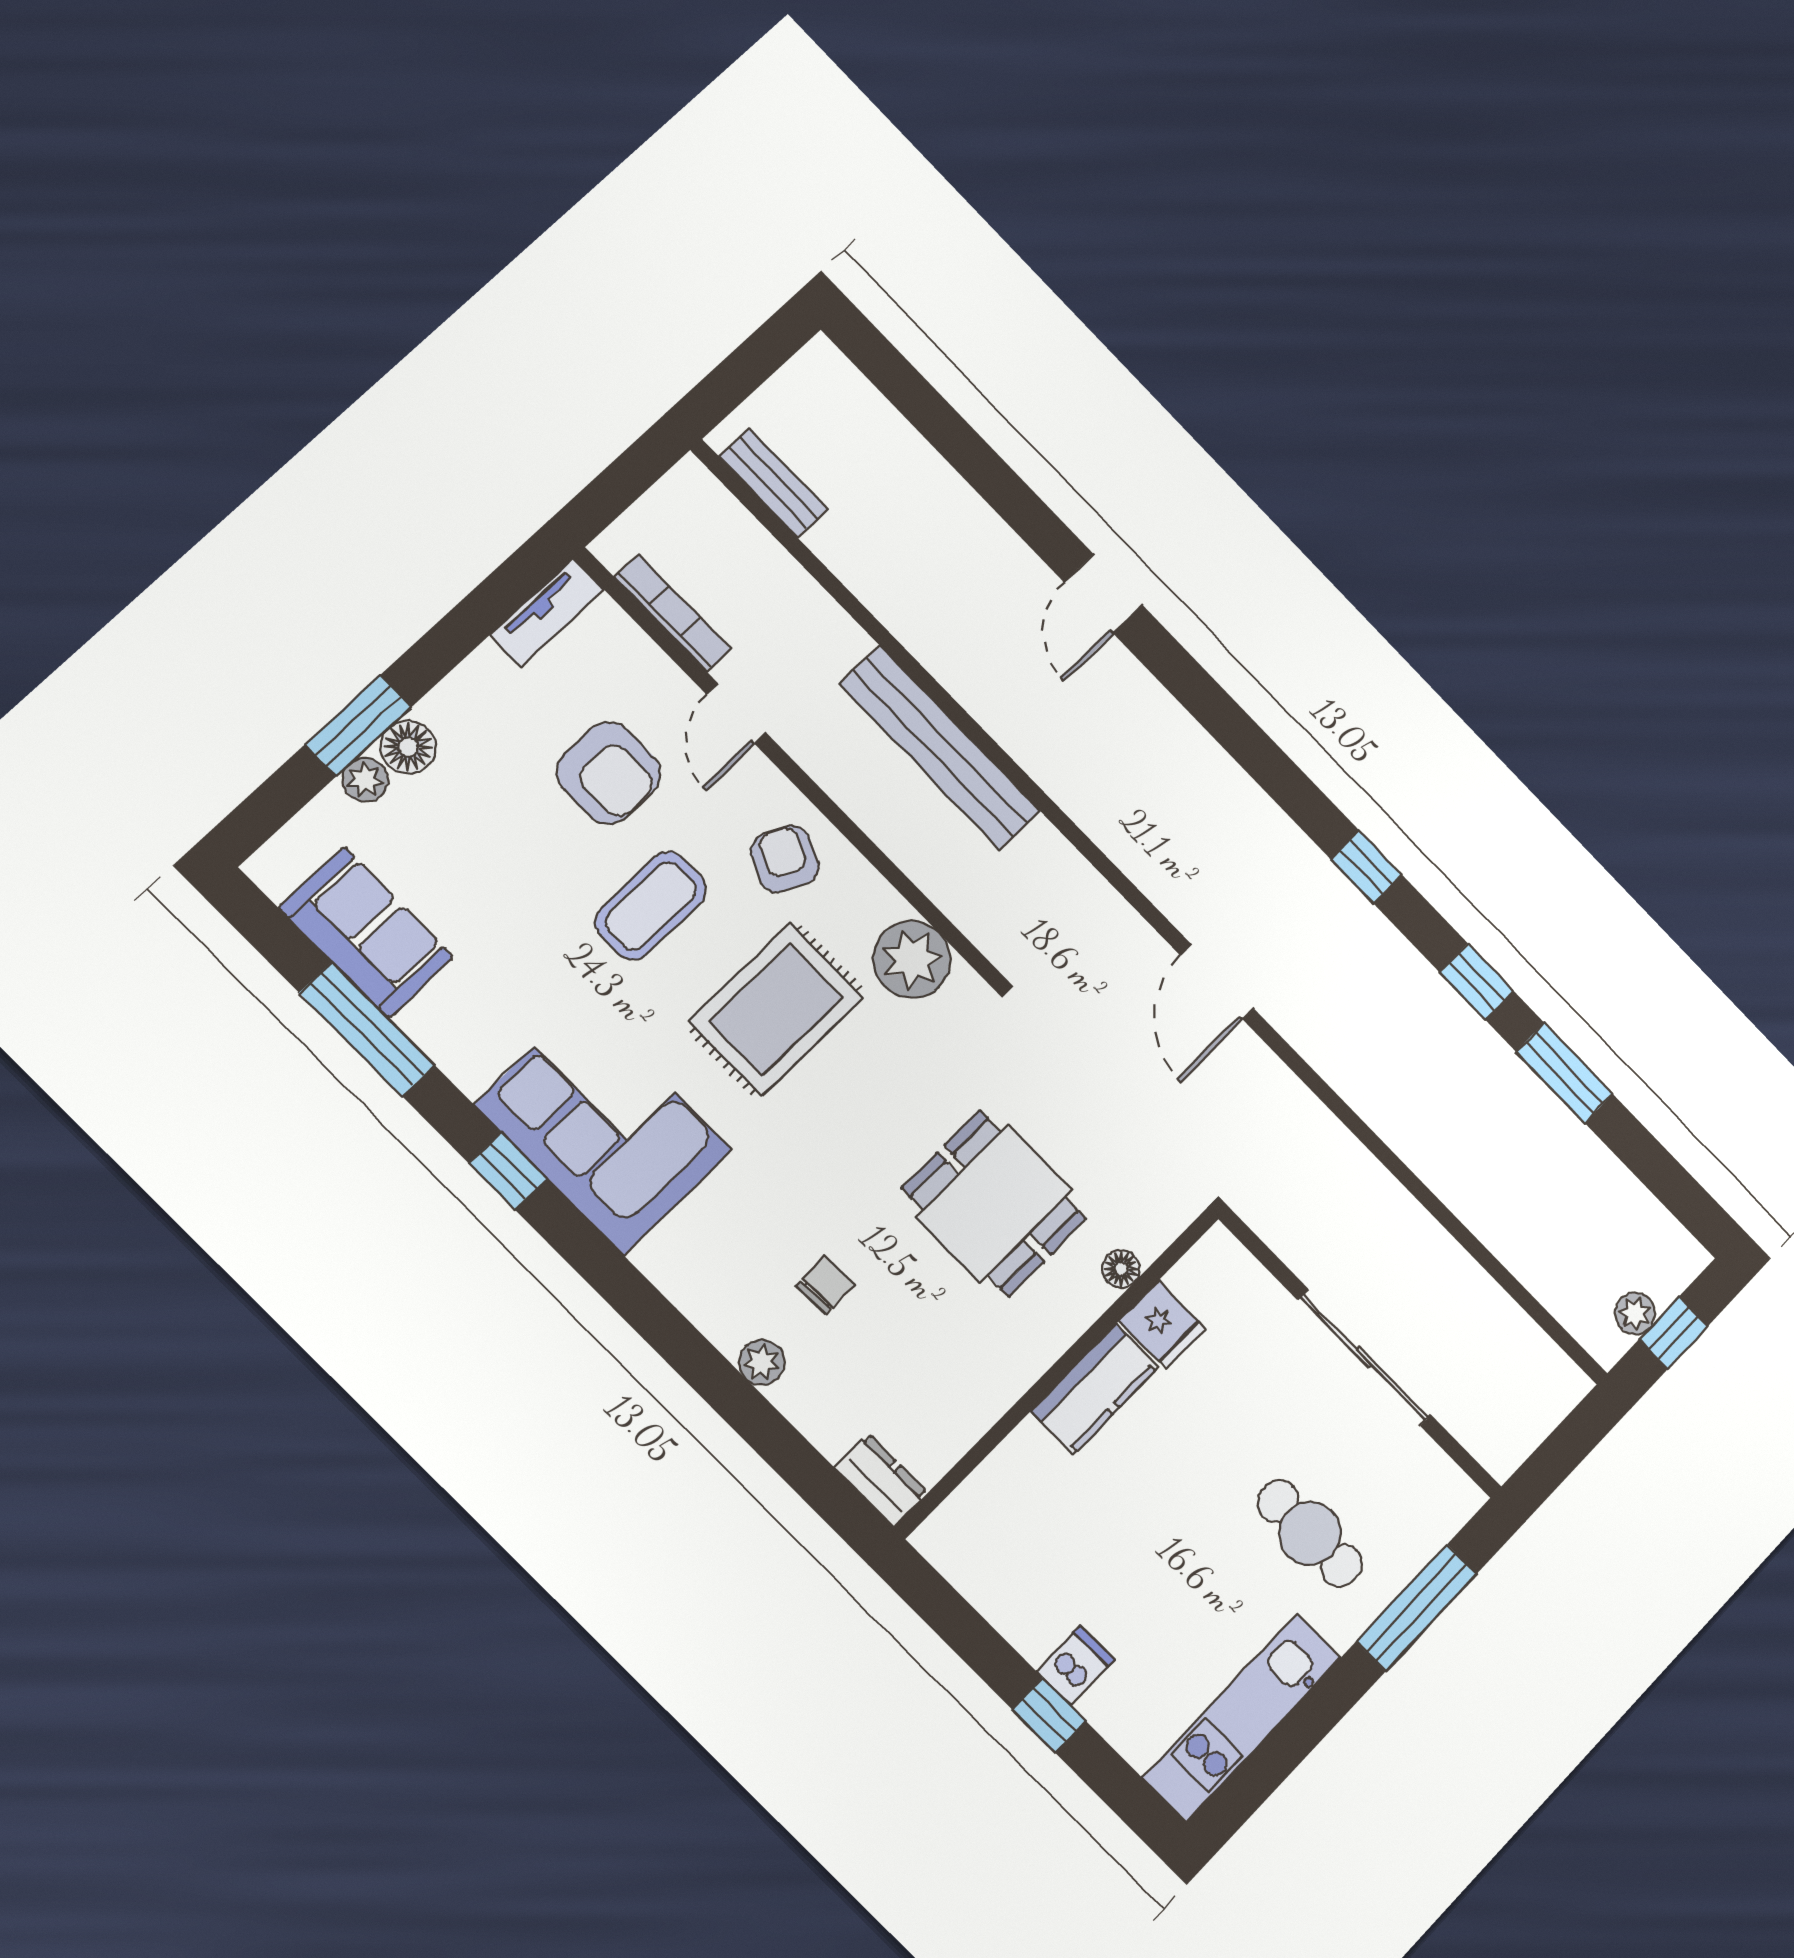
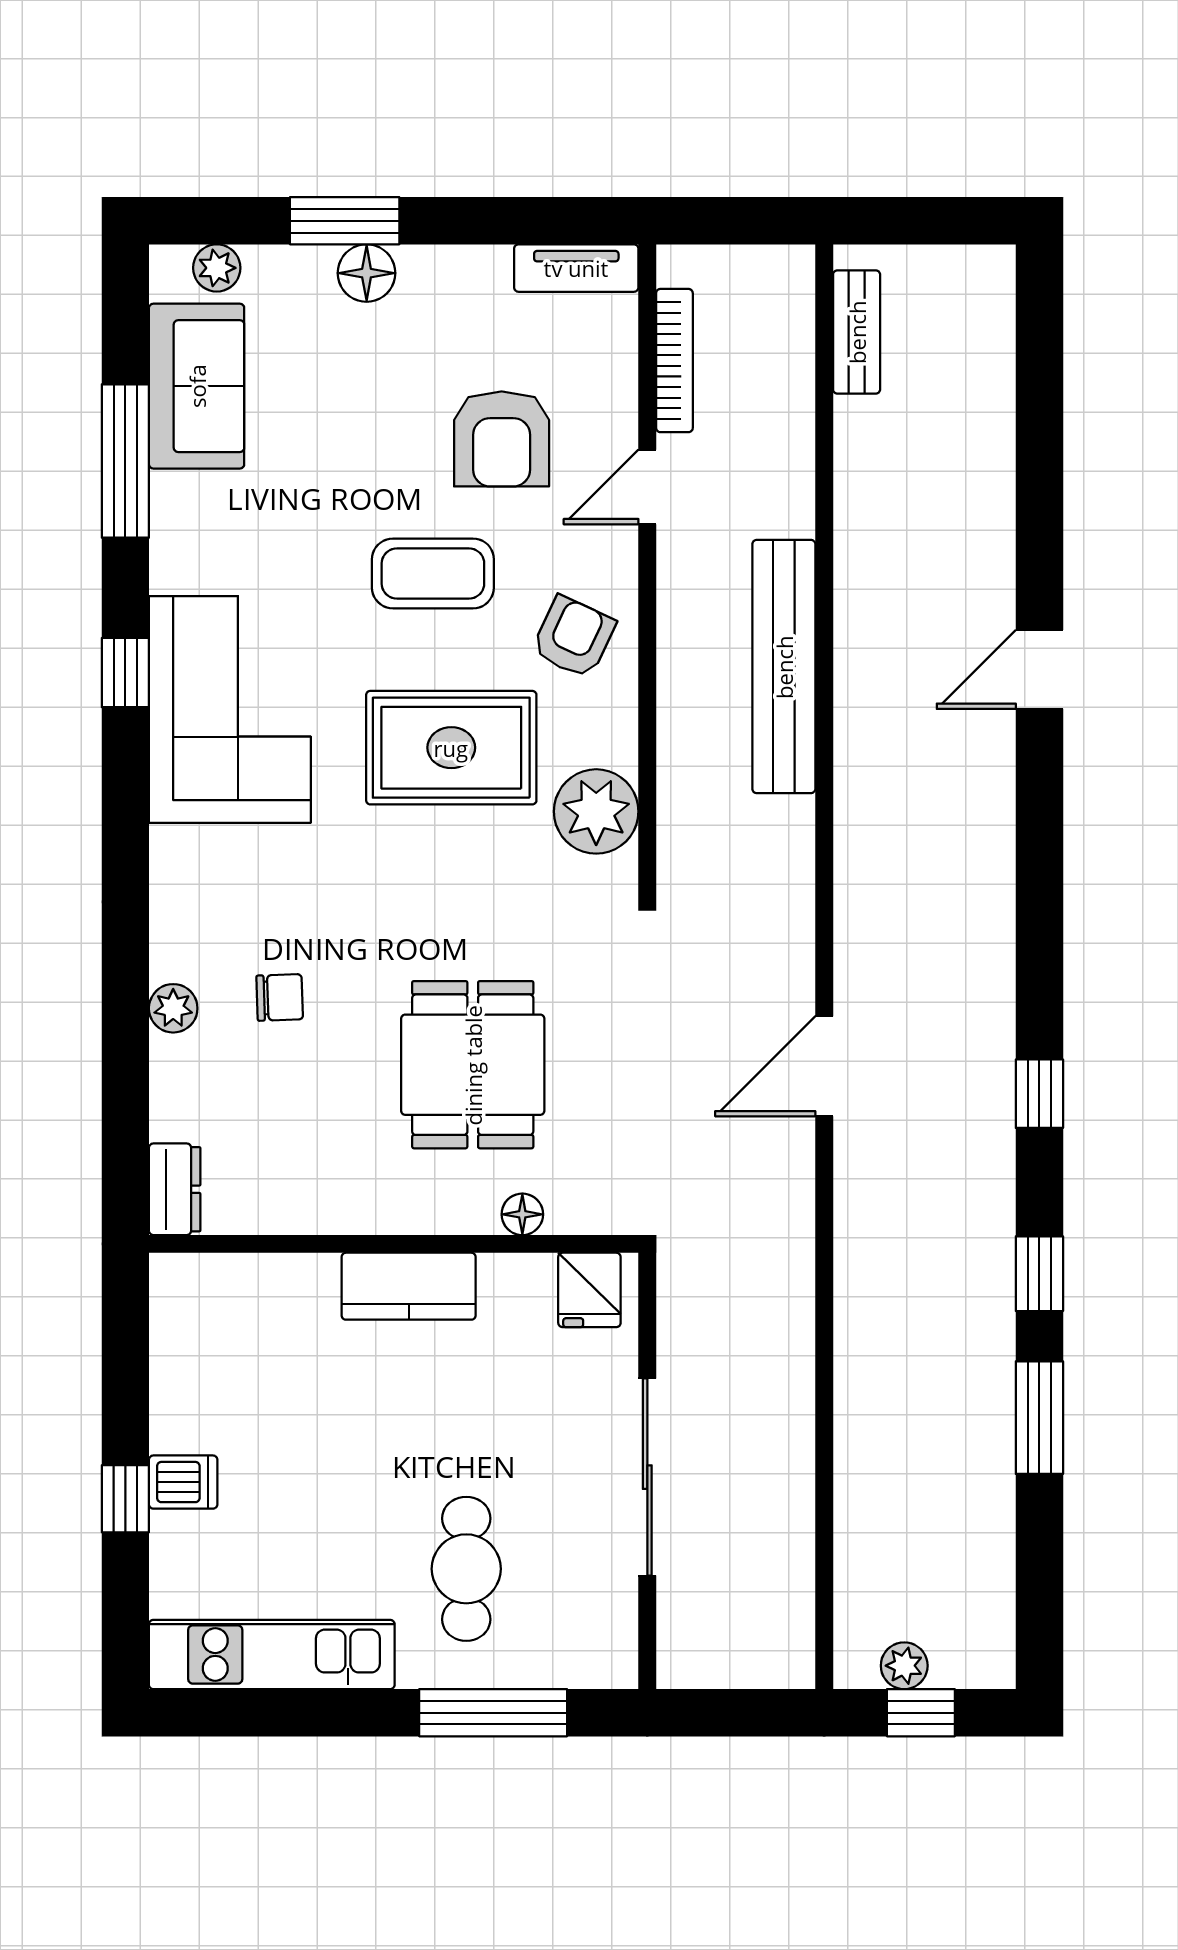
plant: (365, 780) -> (217, 268), moved
fridge: (1162, 1325) -> (589, 1290), moved

